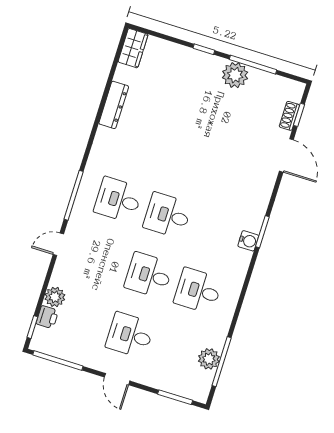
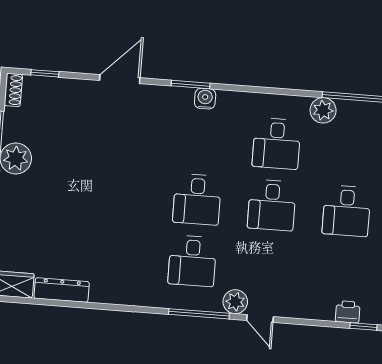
dresser: (114, 105) -> (62, 290), moved
shoe rack: (289, 116) -> (13, 90), moved, turned -90
door: (286, 155) -> (120, 79), moved
plant: (55, 297) -> (235, 302), moved
plant: (209, 359) -> (323, 110), moved

